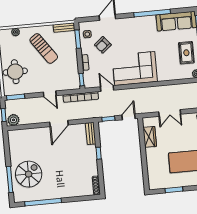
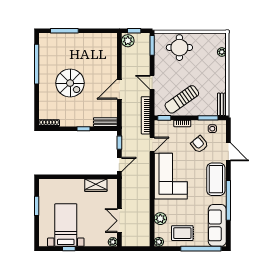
coffee table: (134, 26) -> (216, 179), added
sun lounger: (44, 48) -> (182, 99), moved
plant: (175, 74) -> (160, 219), added
door: (50, 94) -> (152, 82), hinge flipped
double door: (170, 113) -> (119, 221), moved
door: (129, 117) -> (119, 165), hinge flipped
door: (59, 123) -> (119, 89), hinge flipped
spiral stairs: (29, 174) -> (70, 83), moved

